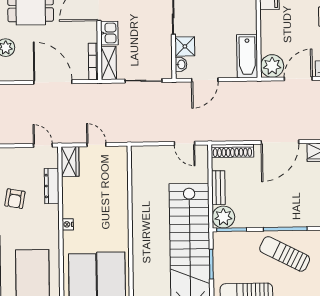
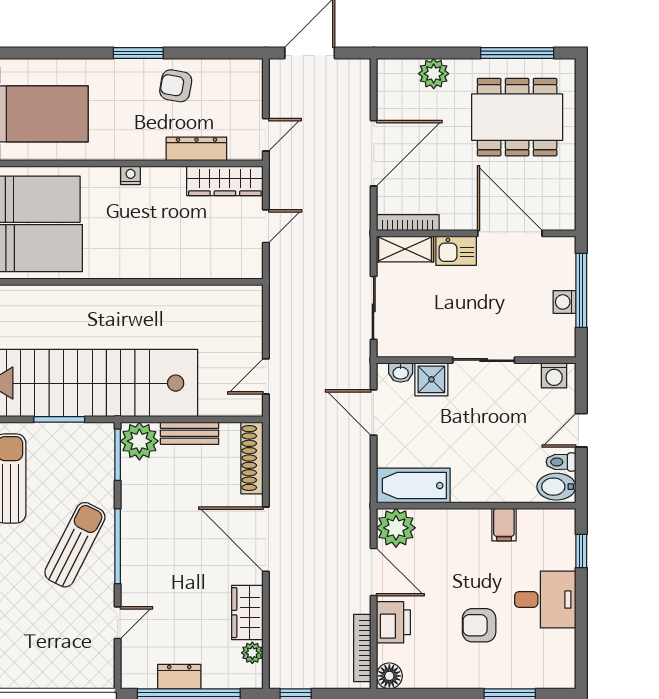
wardrobe: (70, 162) -> (225, 181), width x1.50

